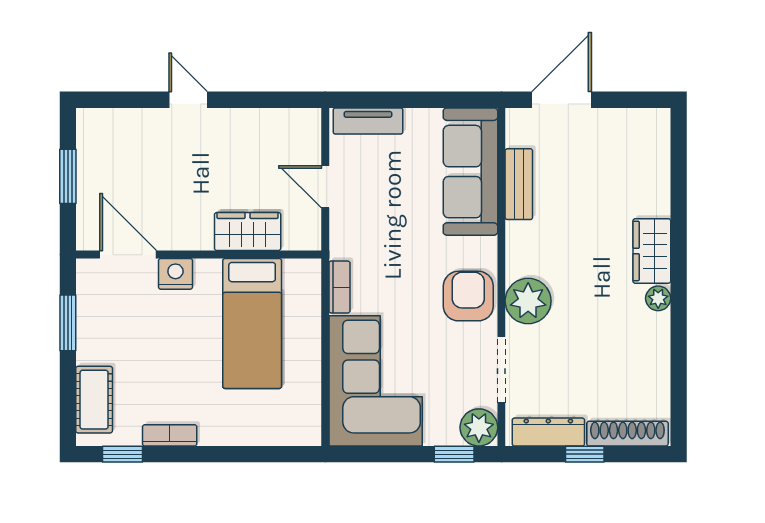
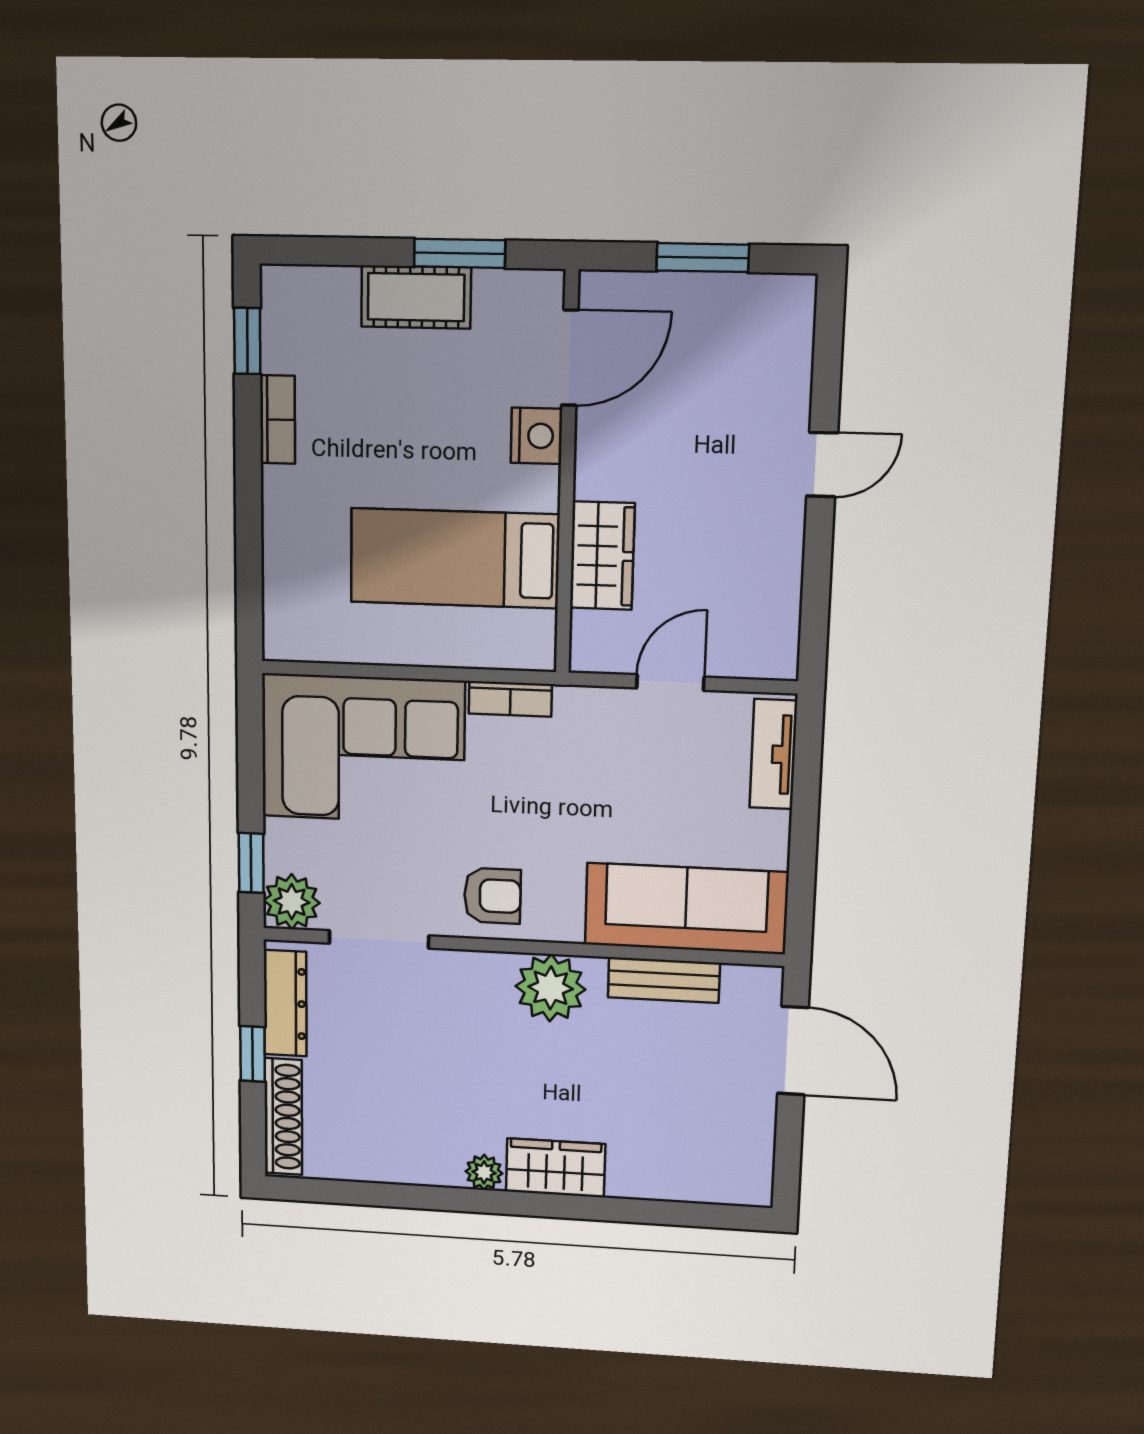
armchair: (468, 296) -> (492, 896), width x0.72, depth x0.72
plant: (528, 301) -> (551, 988), moved
cot: (94, 400) -> (416, 297), moved

